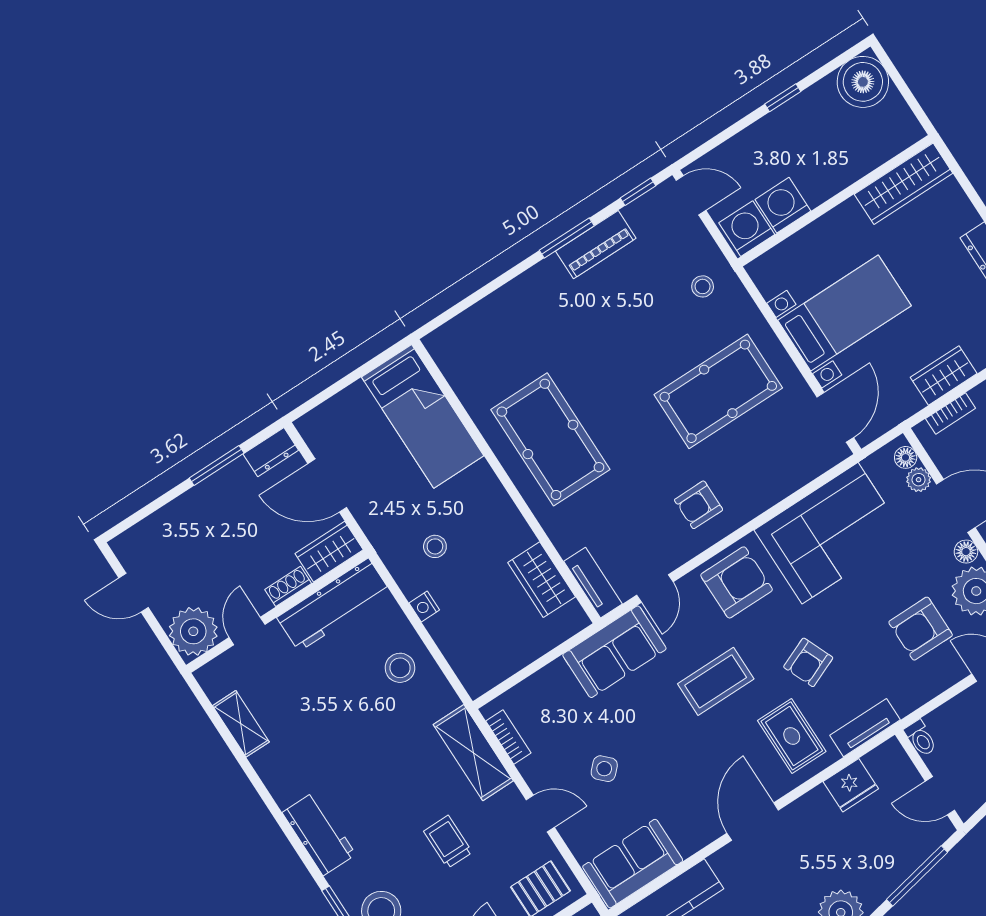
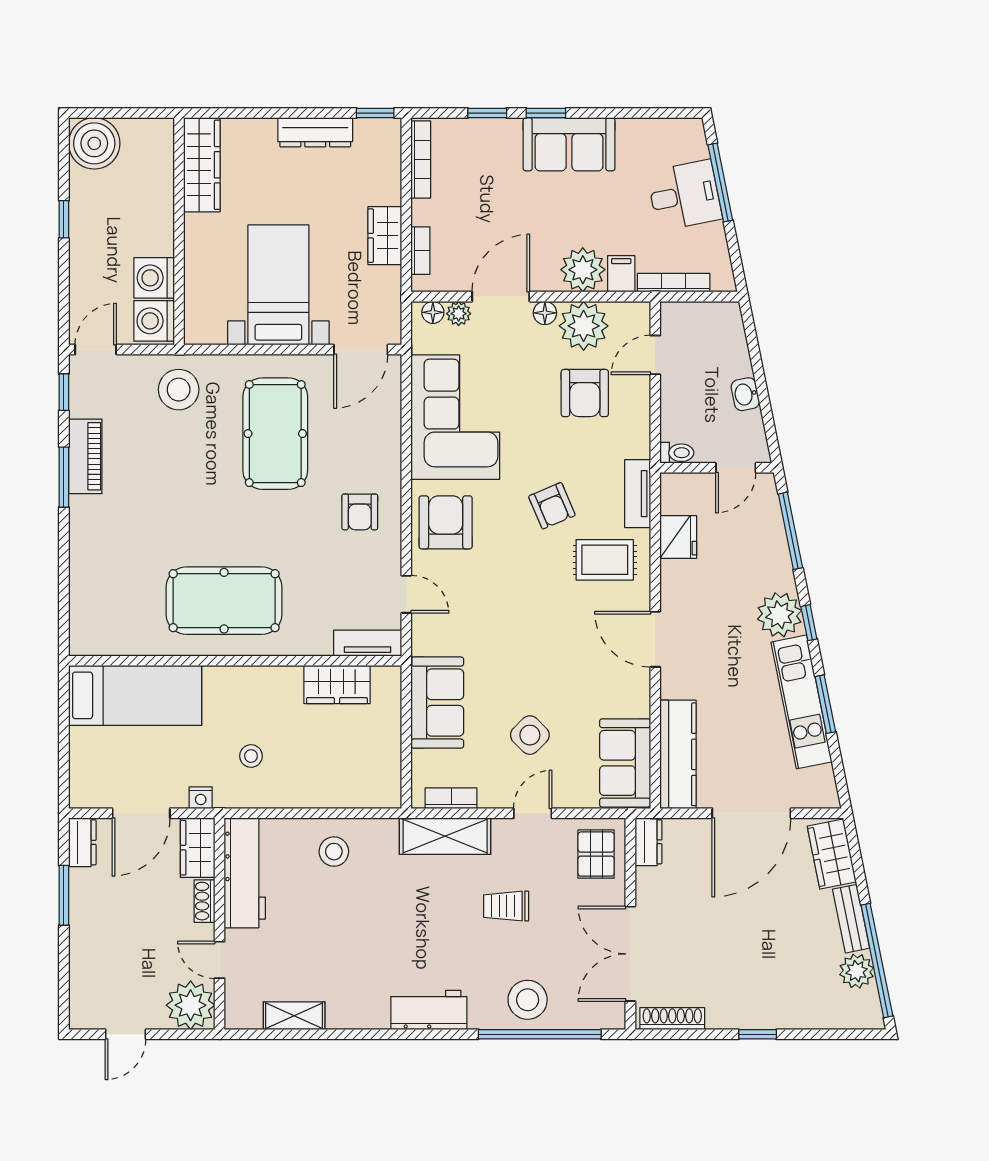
stool: (703, 286) -> (179, 390), width x1.89, depth x1.89
door: (835, 417) -> (361, 350), swing flipped
nightstand: (424, 607) -> (201, 798), moved
sofa: (614, 652) -> (437, 703), moved
coffee table: (716, 681) -> (517, 594), removed
side table: (604, 769) -> (530, 735), width x1.37, depth x1.37

